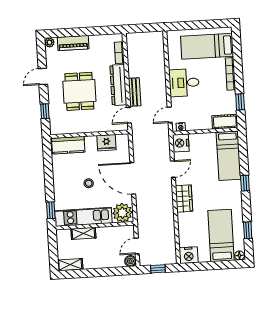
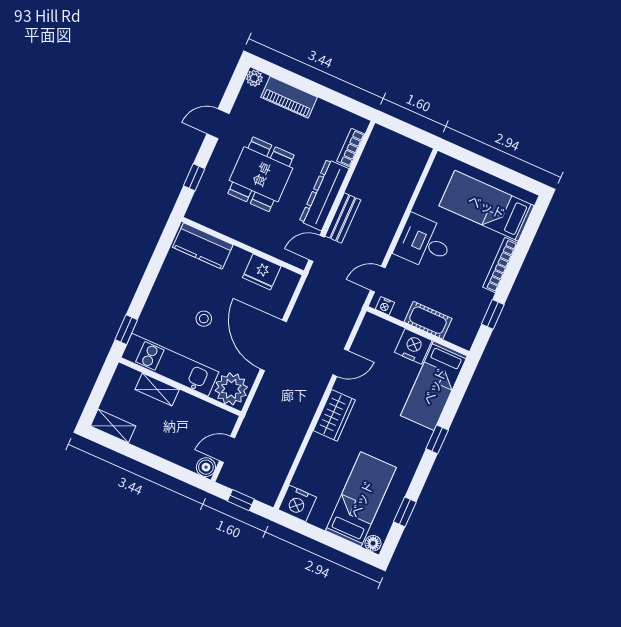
cot: (225, 122) -> (428, 320), moved
nightstand: (181, 143) -> (413, 346), moved, turned 90

